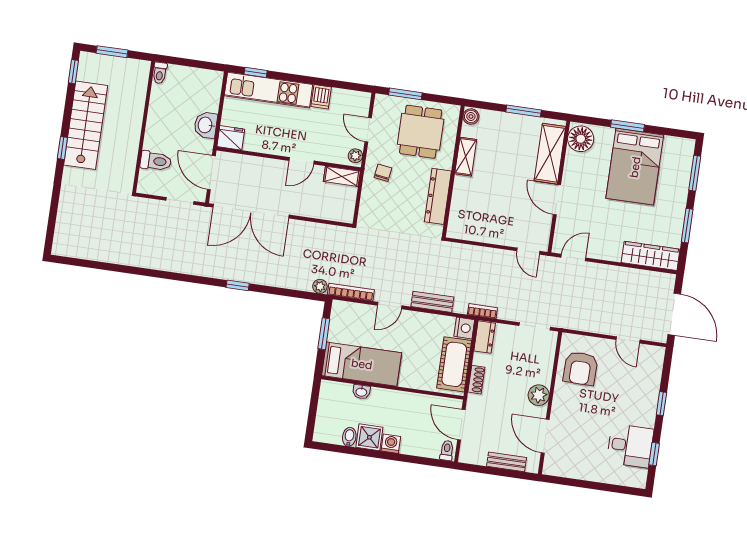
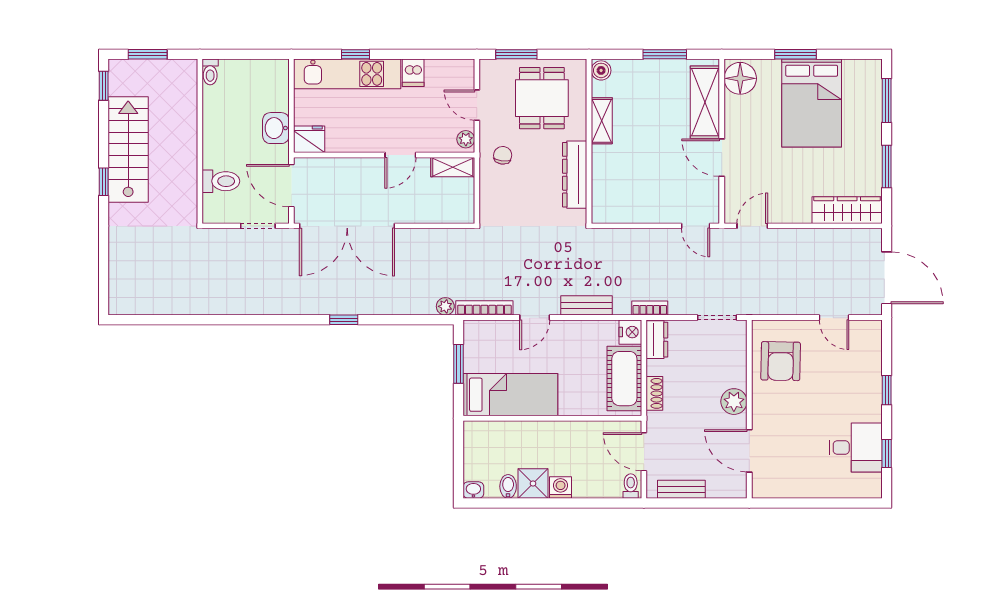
window: (256, 72) -> (355, 54), moved
washbasin: (361, 392) -> (473, 490), moved, turned 180
bench: (507, 462) -> (681, 489), moved

